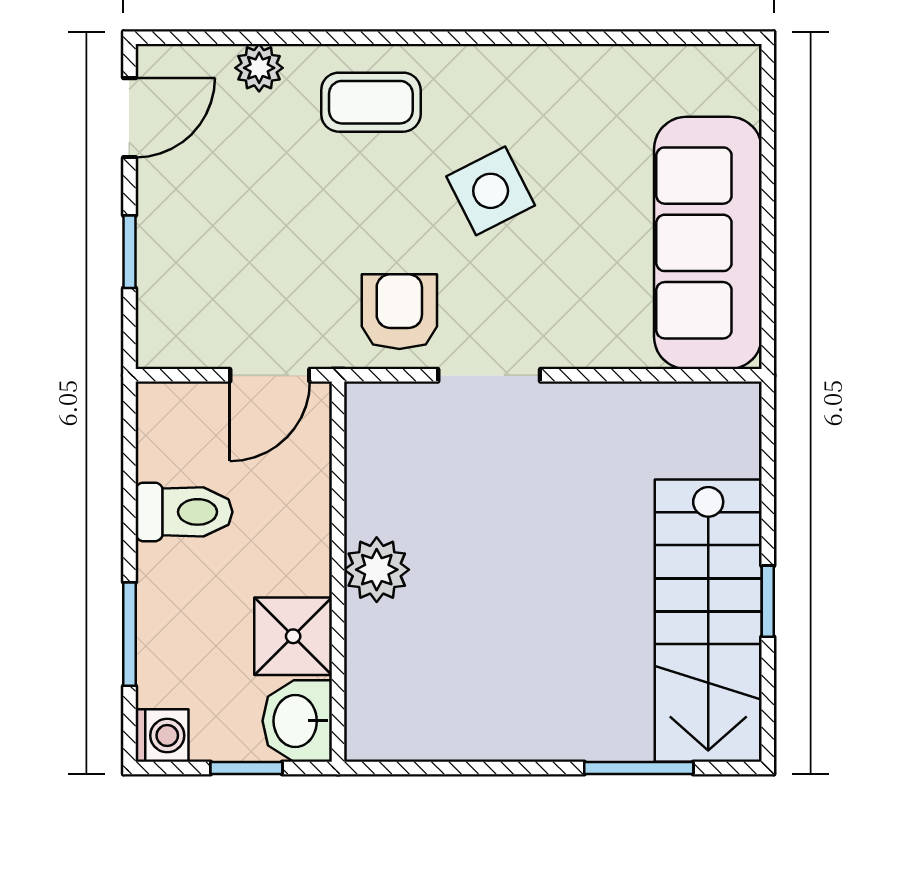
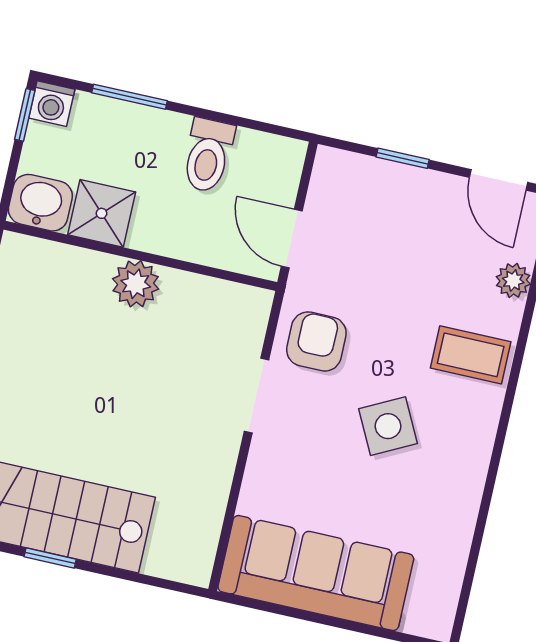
coffee table: (371, 102) -> (471, 355), turned 90
armchair: (399, 312) -> (316, 341), turned -90
window: (246, 768) -> (25, 115), moved

